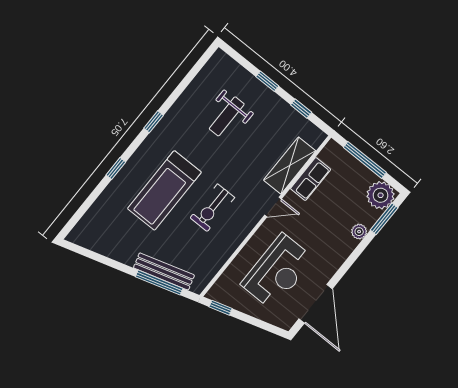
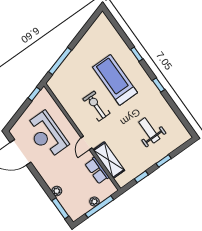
plant: (381, 195) -> (94, 202), moved, width x0.53, depth x0.53
bench: (164, 271) -> (66, 66), removed

